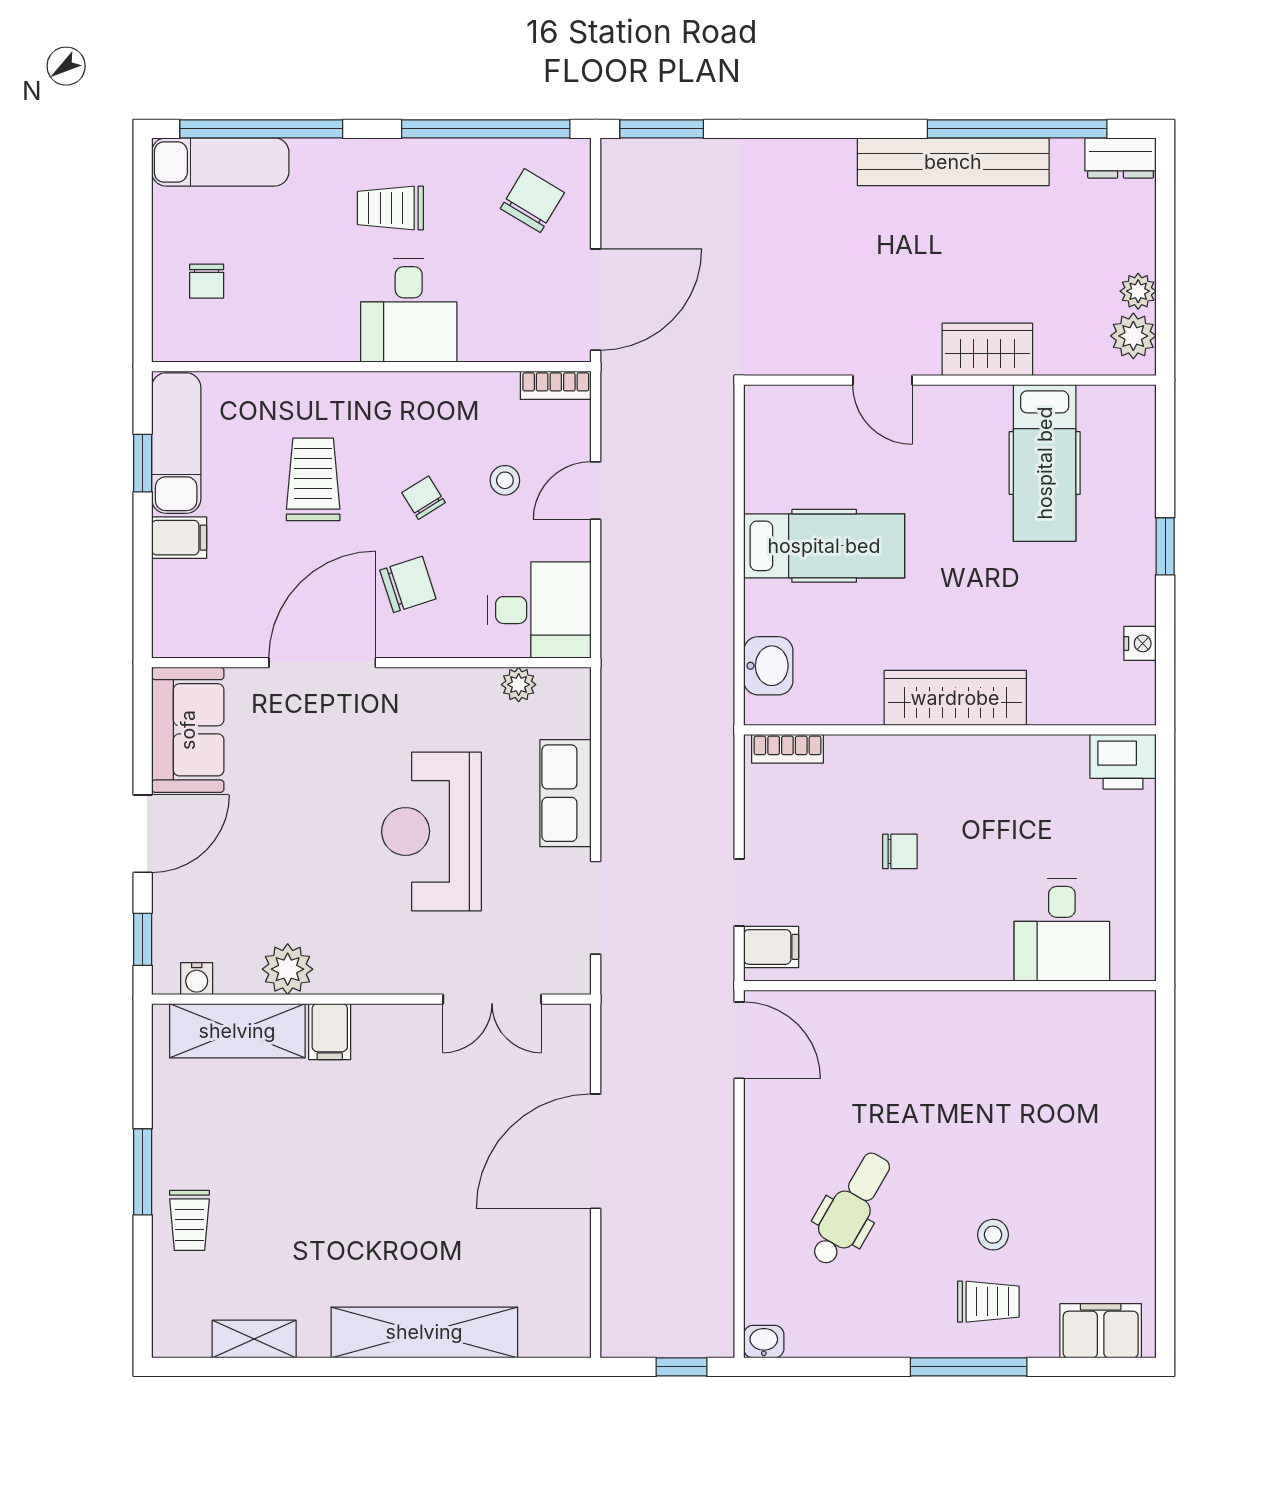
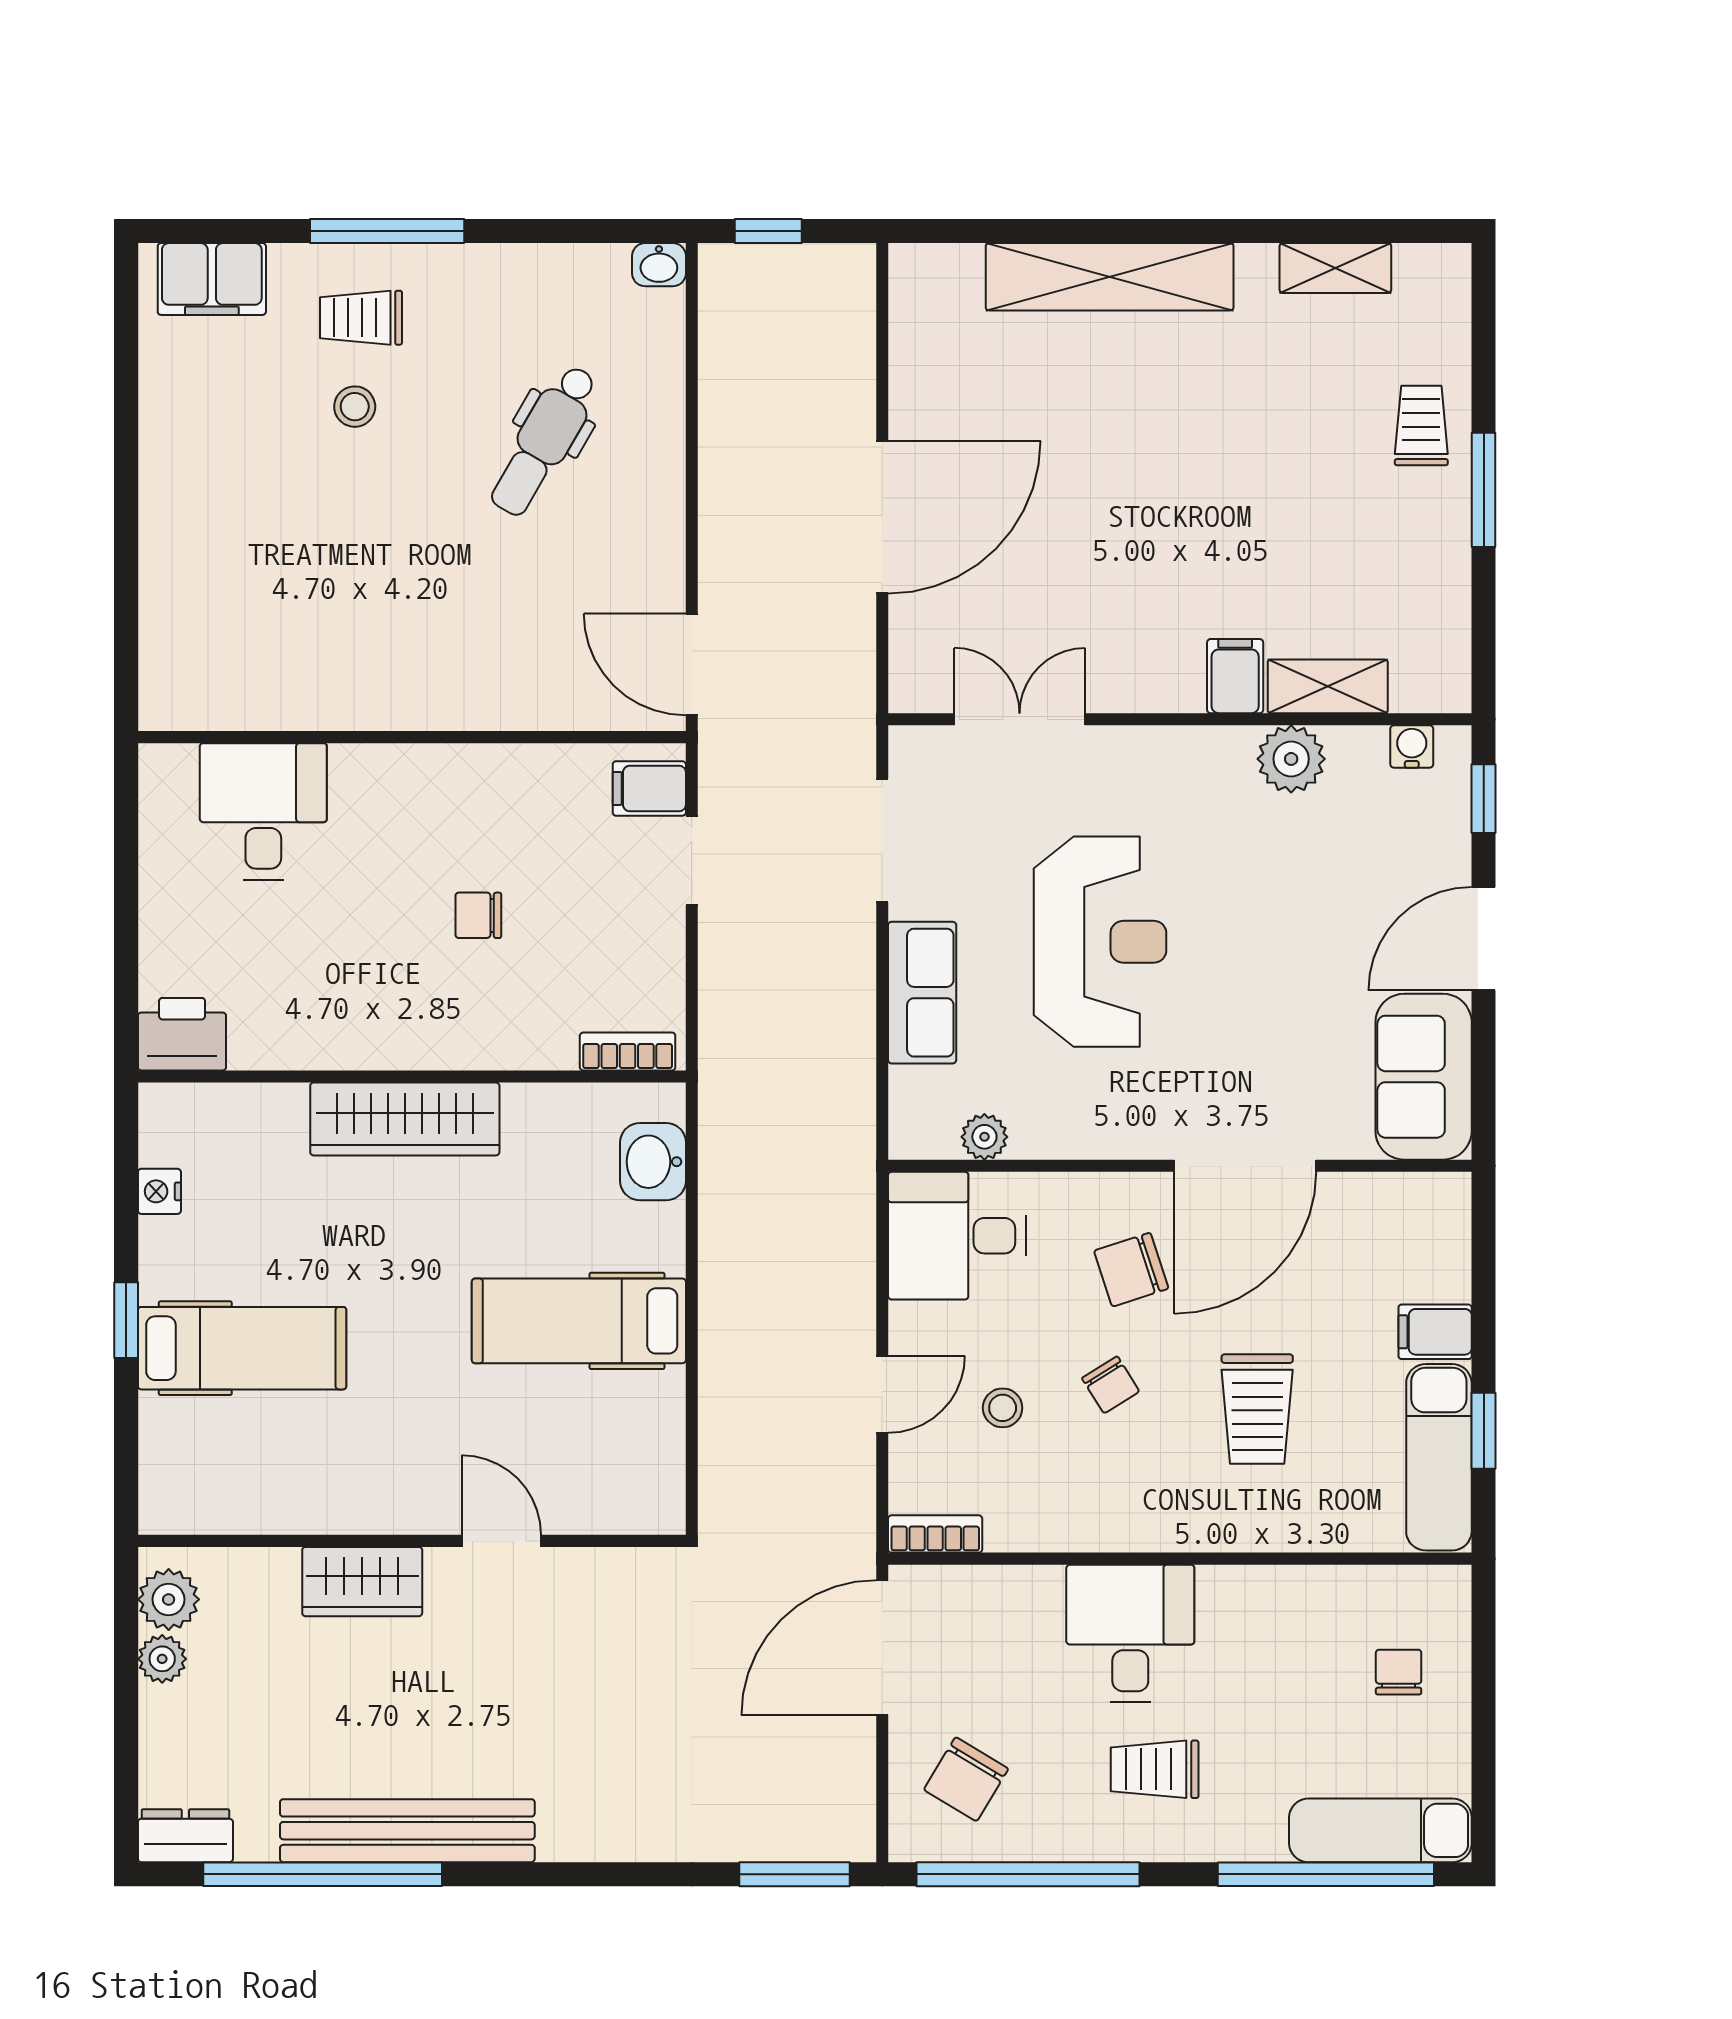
trolley: (390, 208) -> (1155, 1769), turned 180
hospital bed: (1045, 463) -> (242, 1348), moved, turned 90
shelving: (237, 1031) -> (1328, 686), width x0.67, depth x0.75

